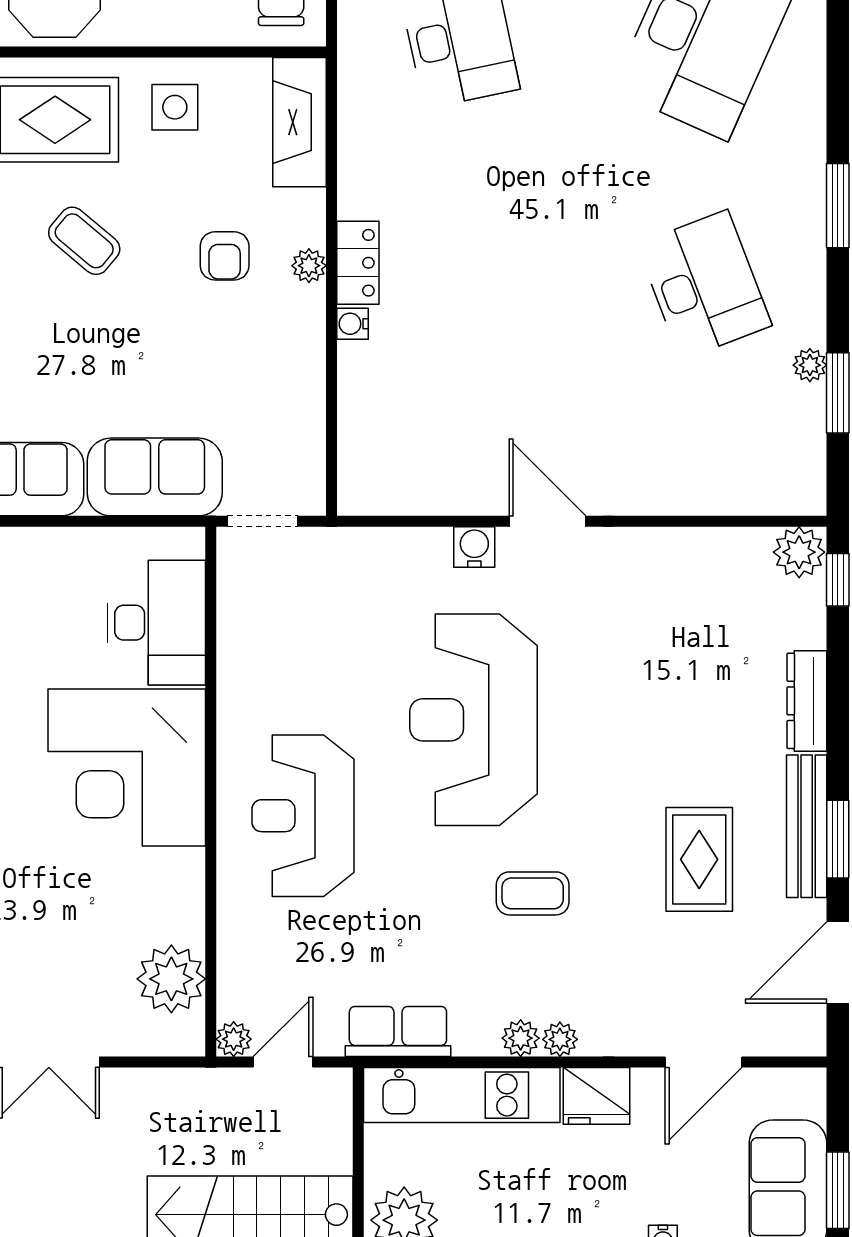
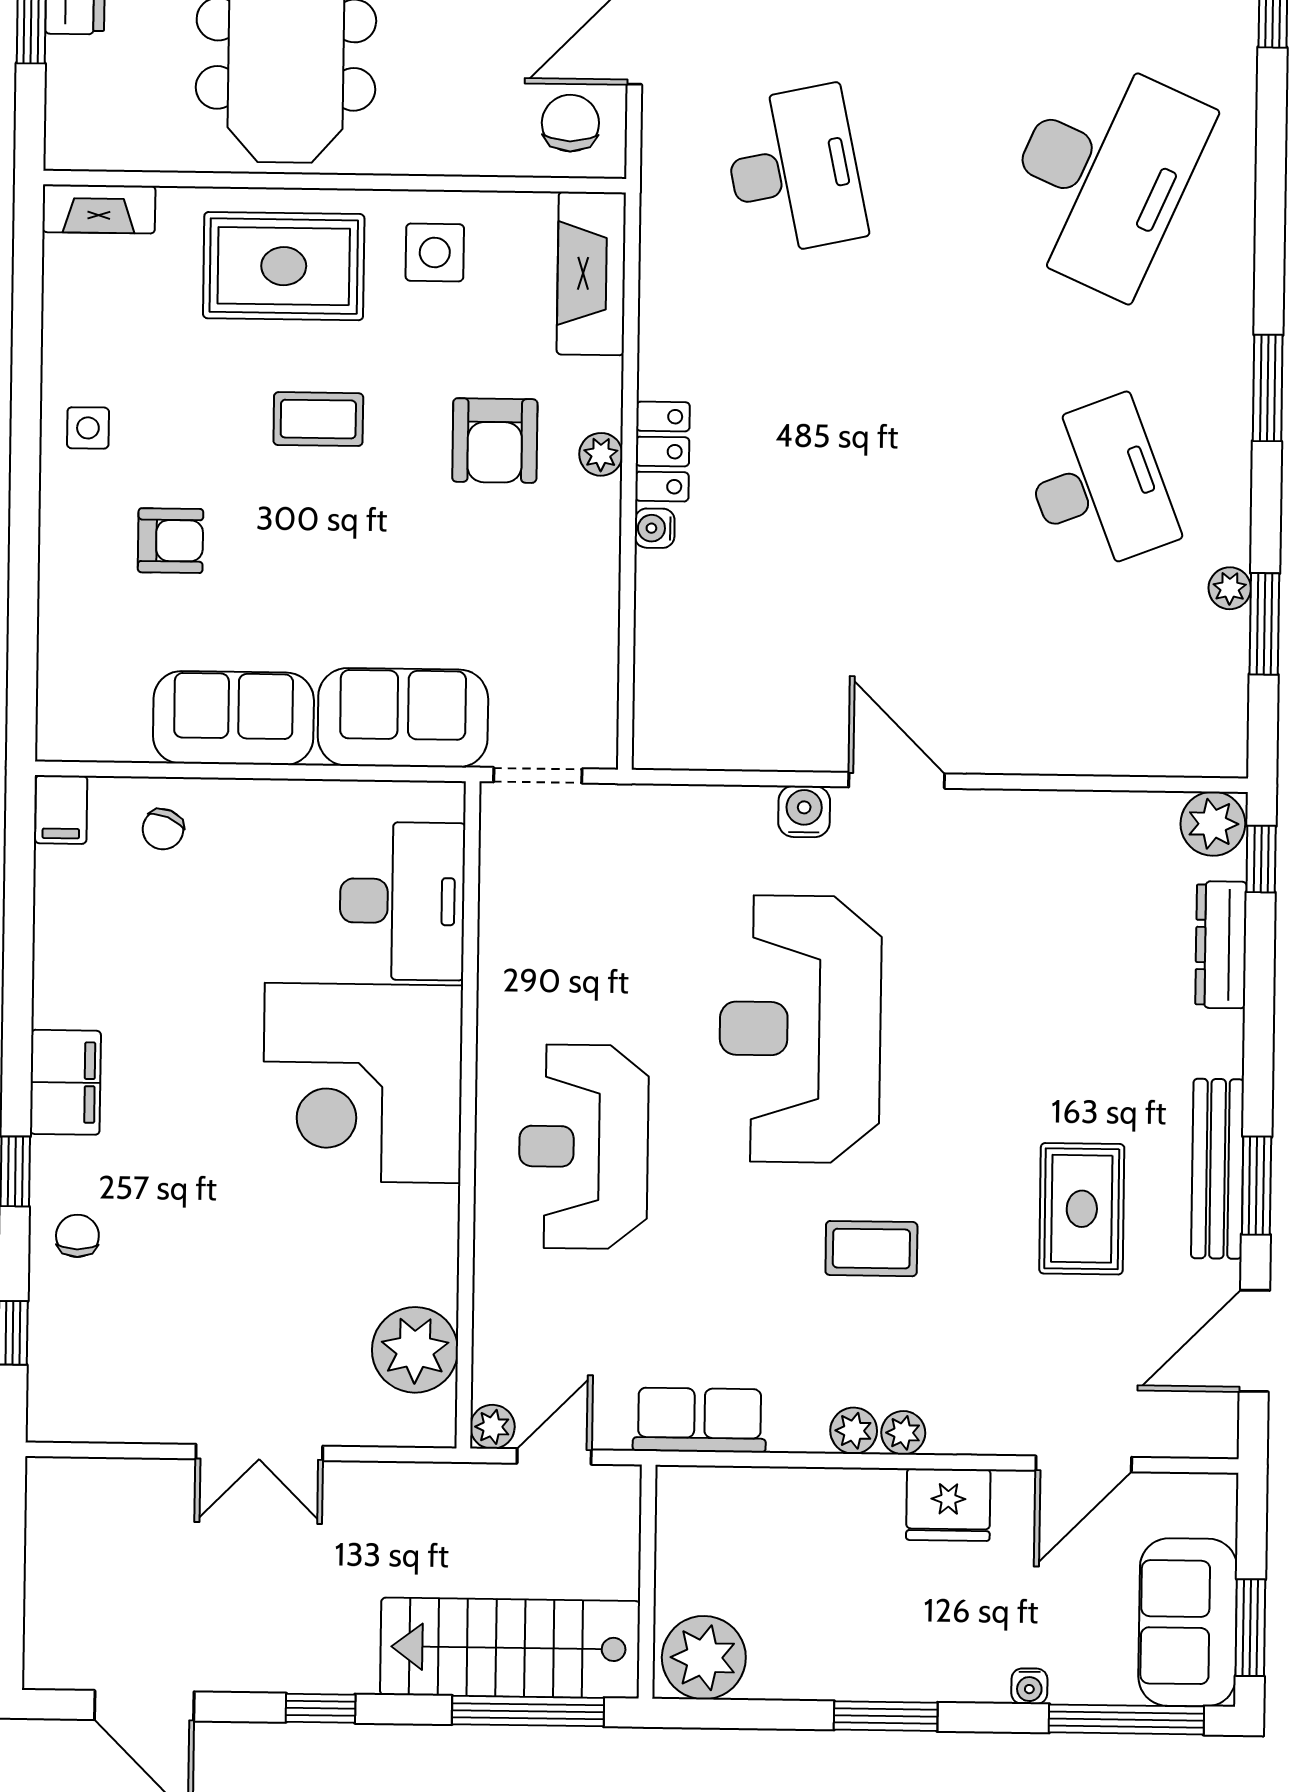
coffee table: (84, 241) -> (318, 419), turned -40
armchair: (225, 256) -> (495, 441), width x1.38, depth x1.38
dresser: (807, 701) -> (1221, 945), moved
kitchen unit: (462, 1095) -> (779, 1501), removed

